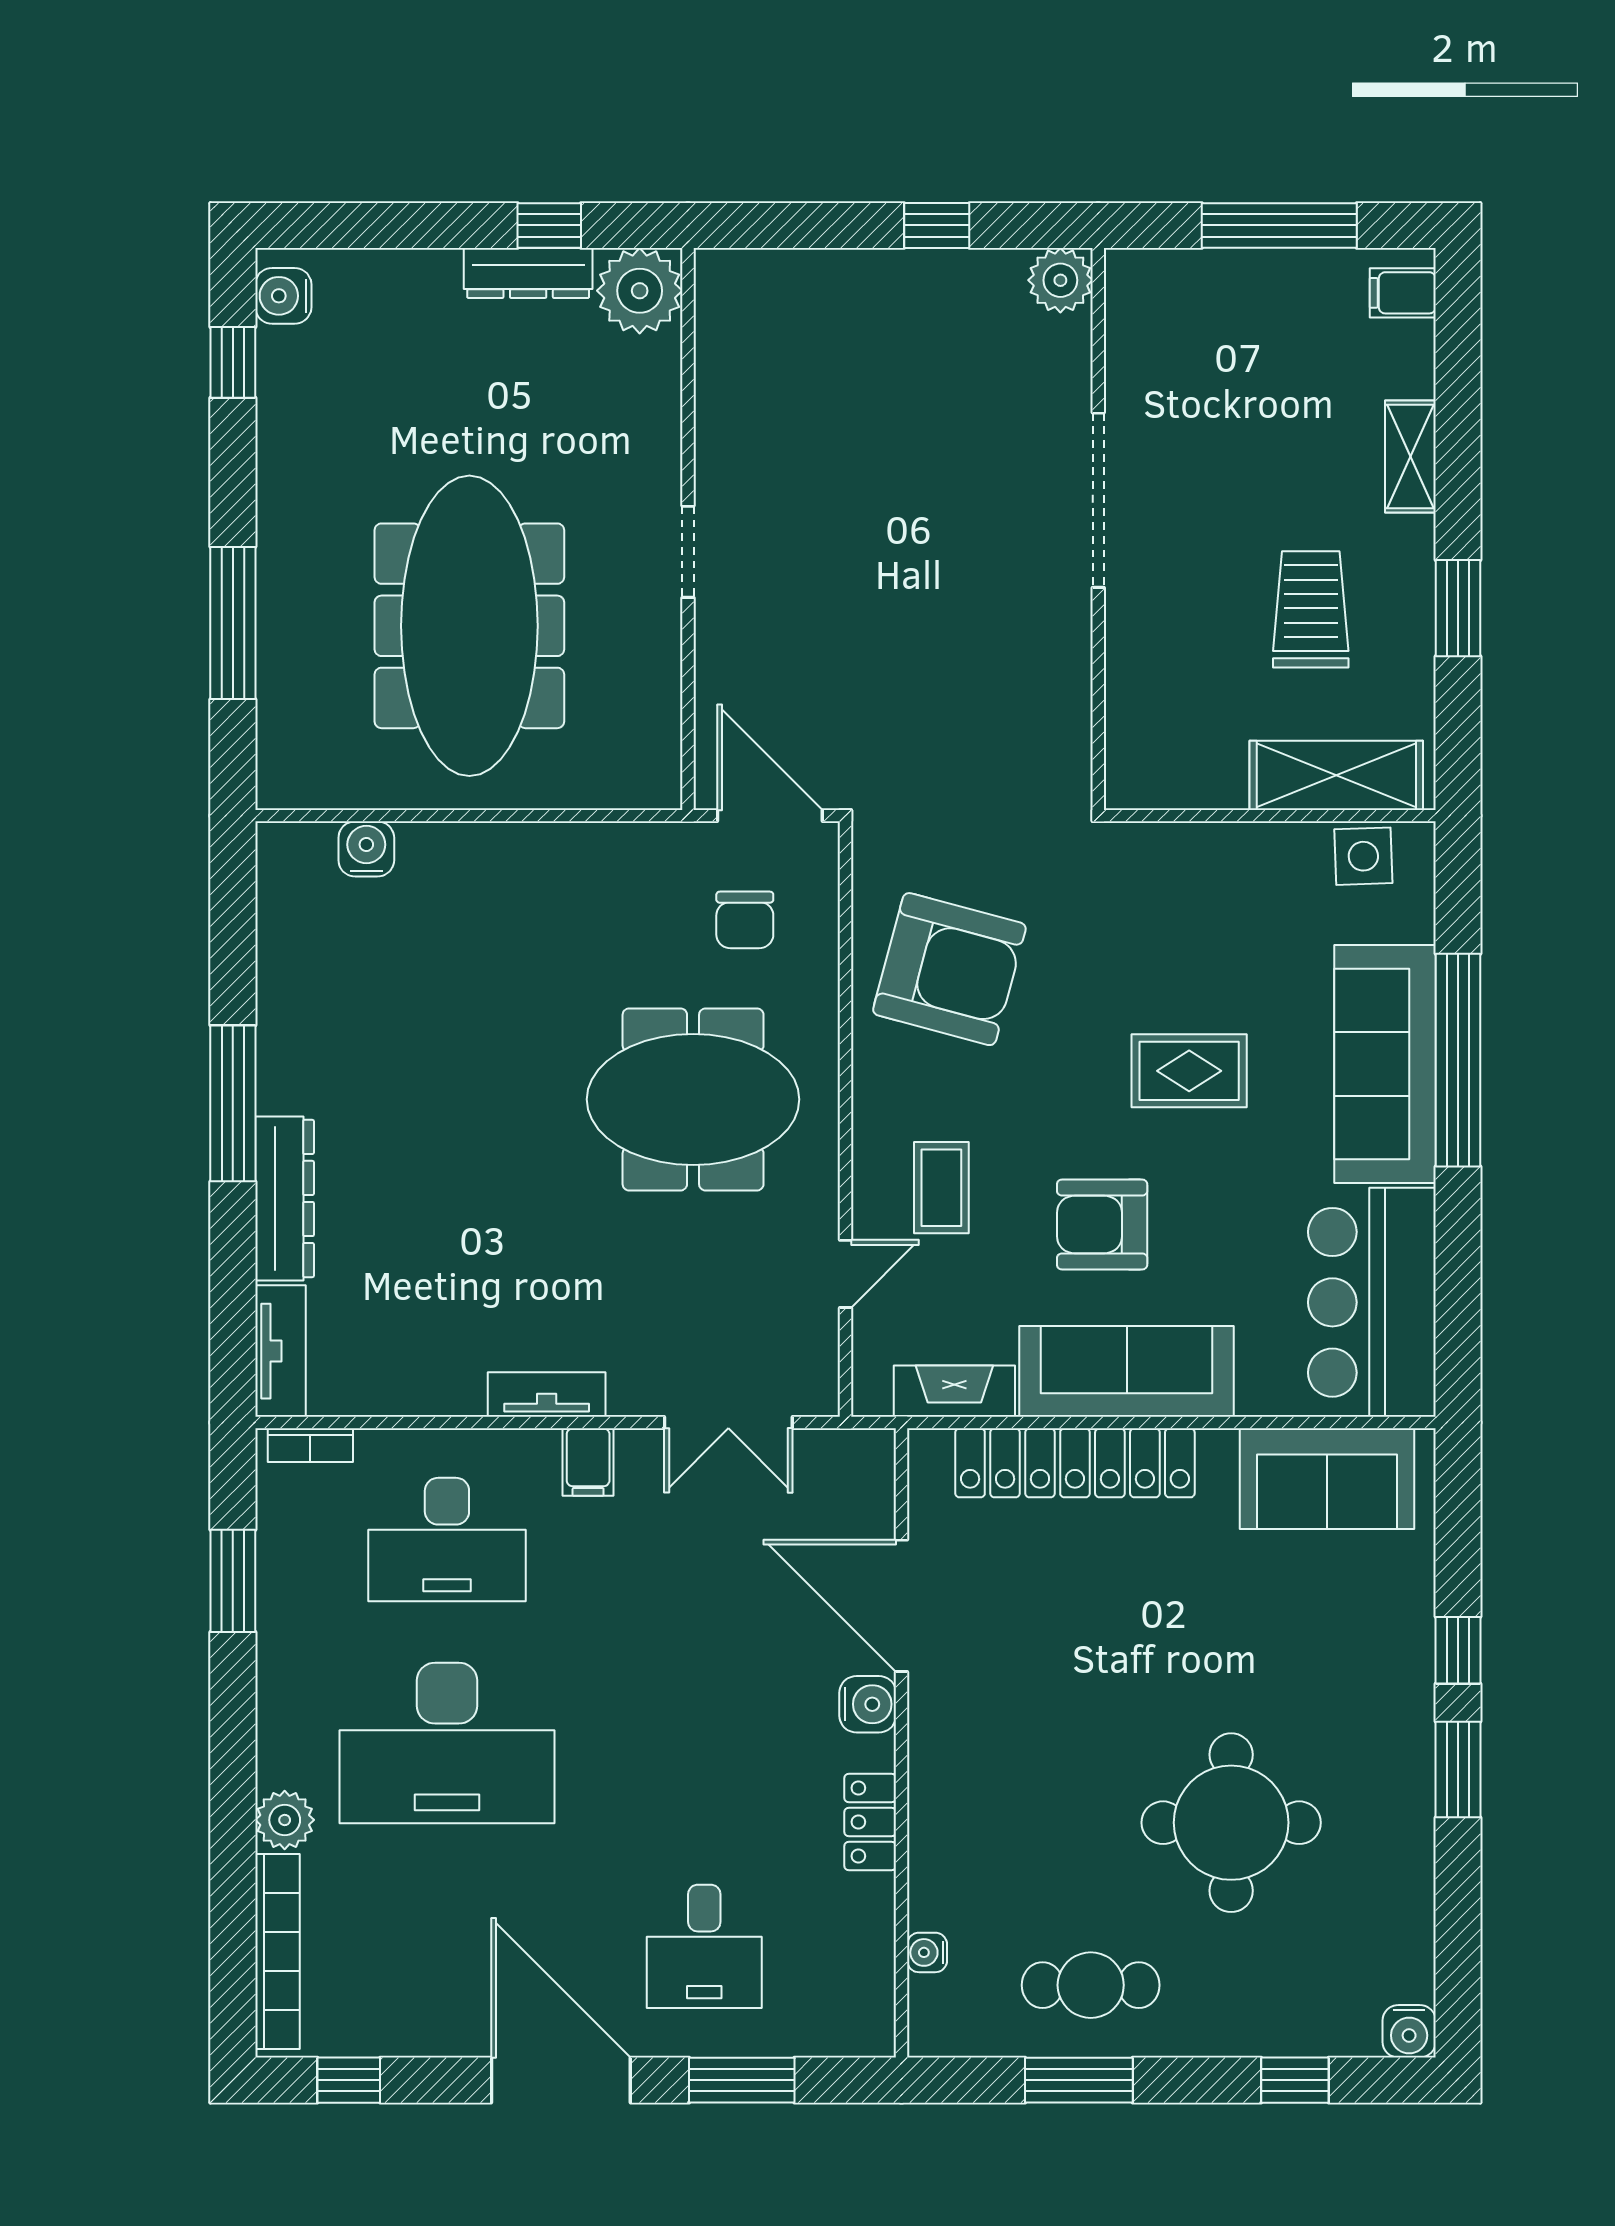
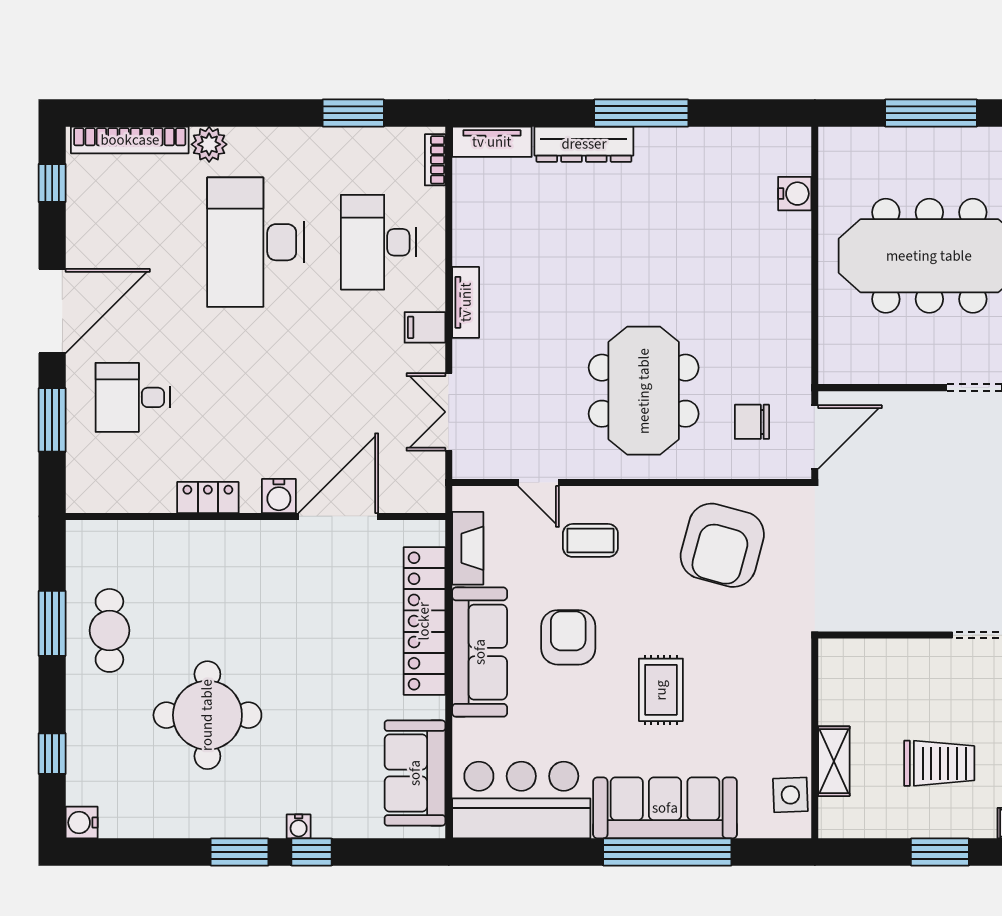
shelving: (1336, 775) -> (834, 761), width x0.67, depth x0.75
water cooler: (927, 1952) -> (299, 826), moved, turned 180

